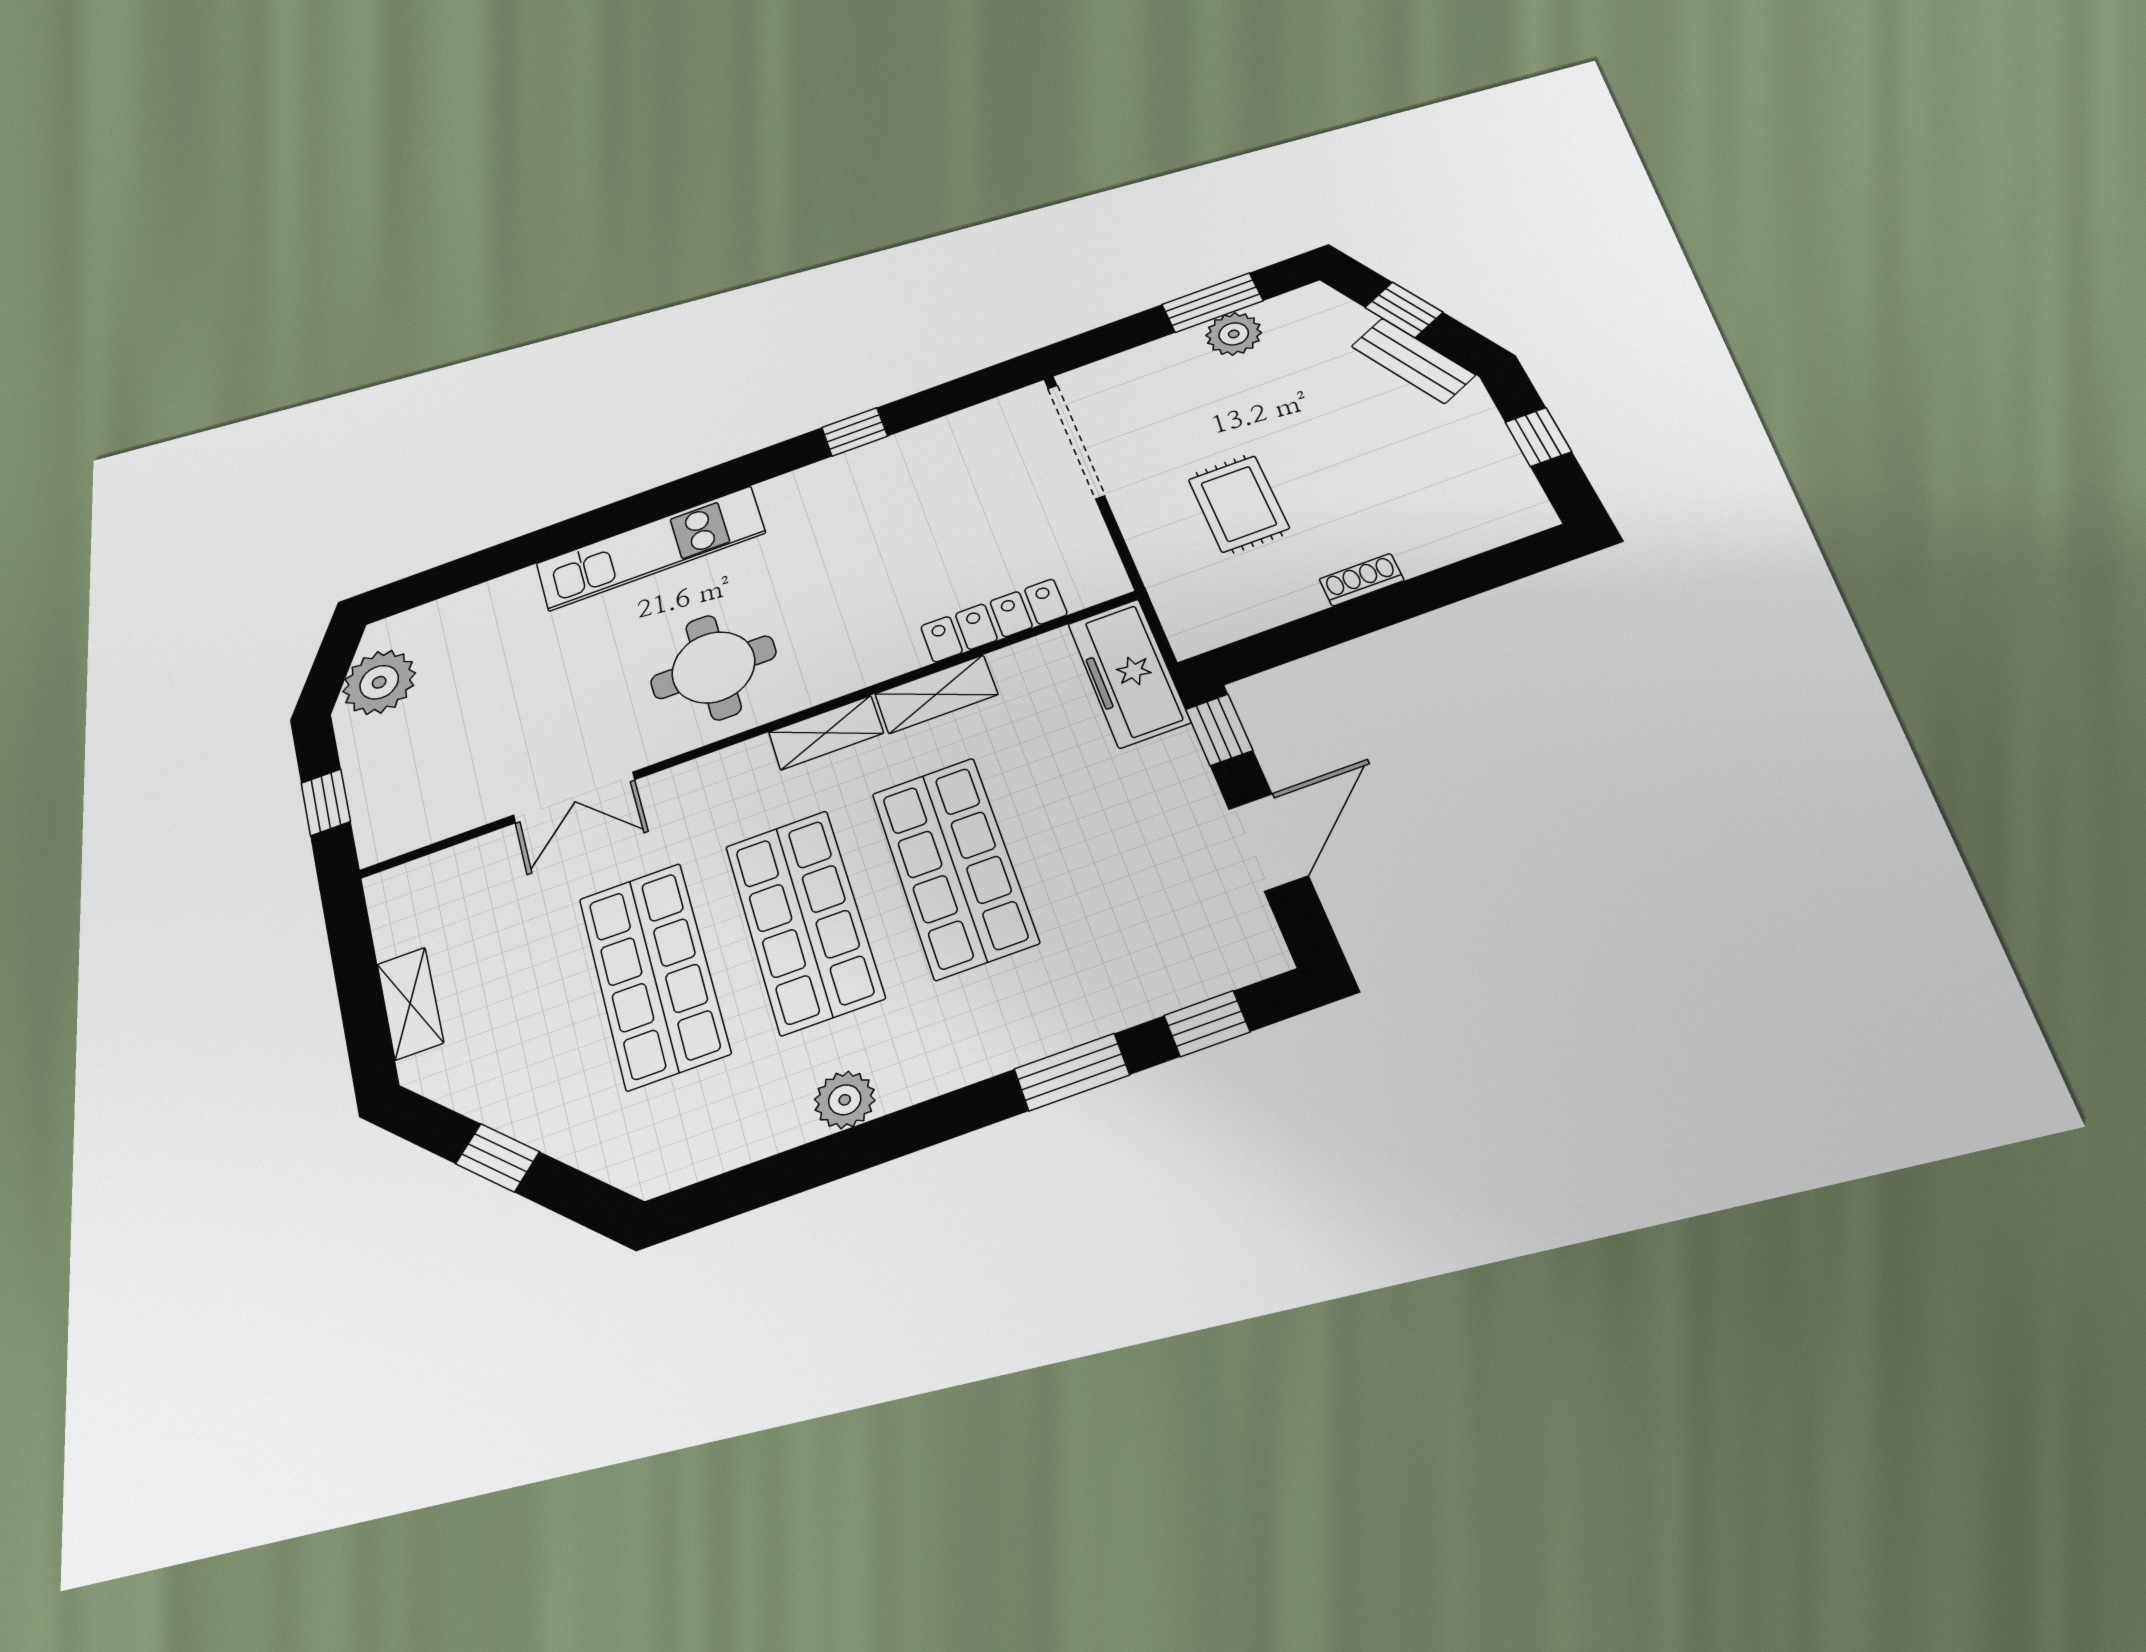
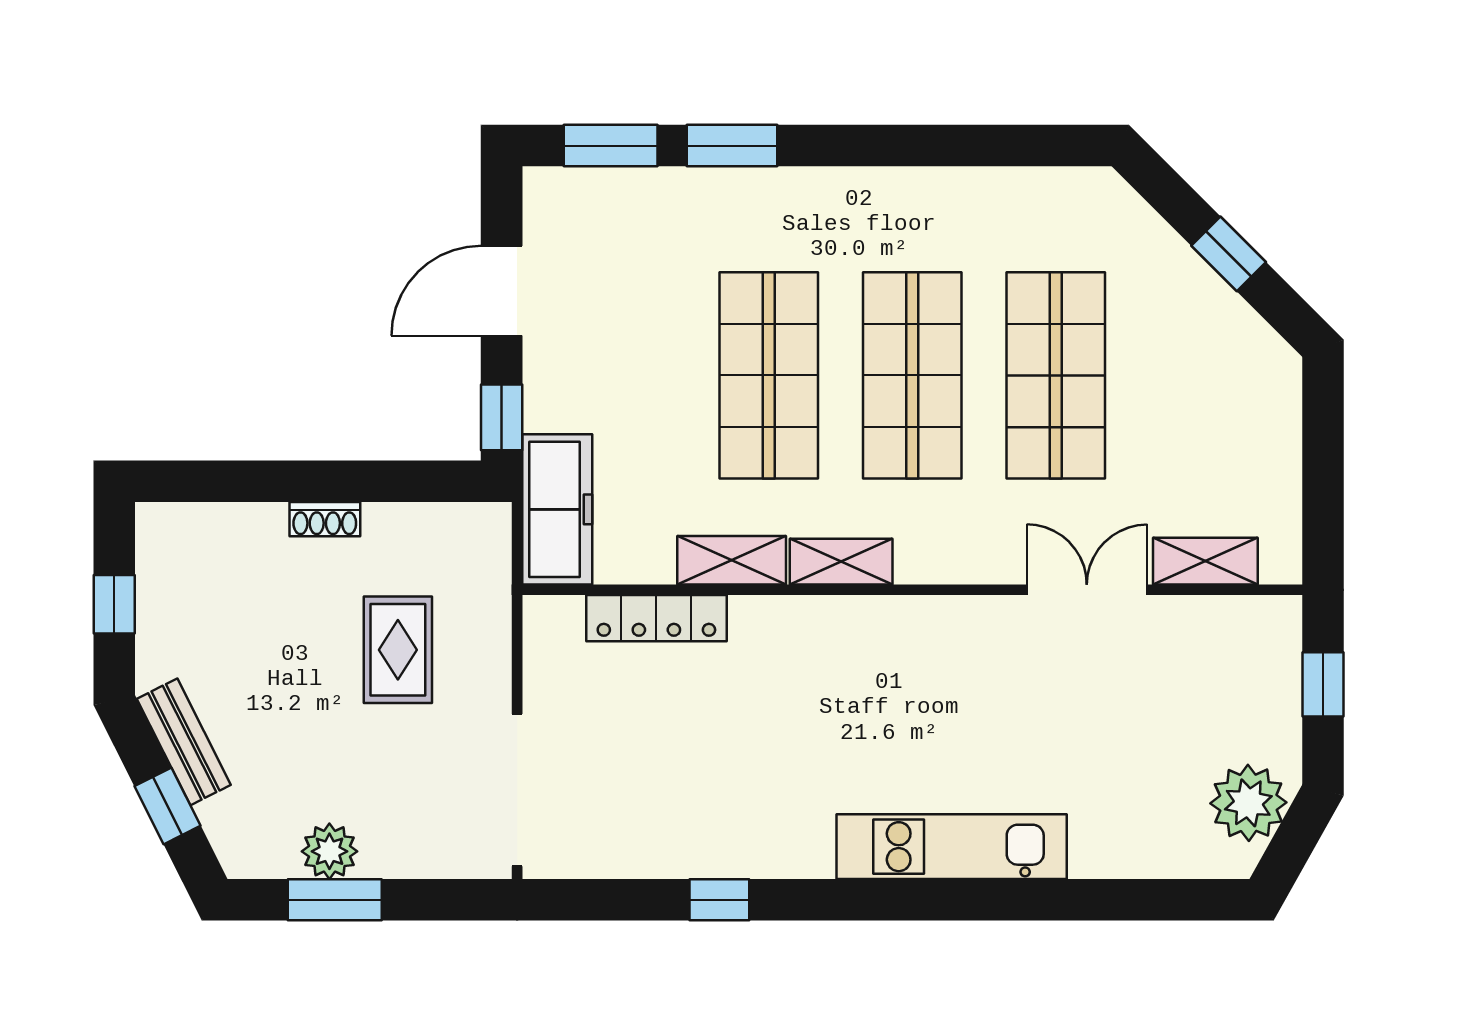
round table: (713, 667) -> (925, 679), removed
shelving: (410, 1003) -> (1205, 561), moved, turned 90
window: (1207, 1024) -> (611, 146), width x1.50
plant: (845, 1100) -> (923, 193), removed

